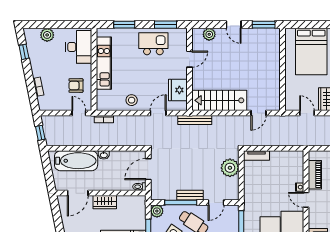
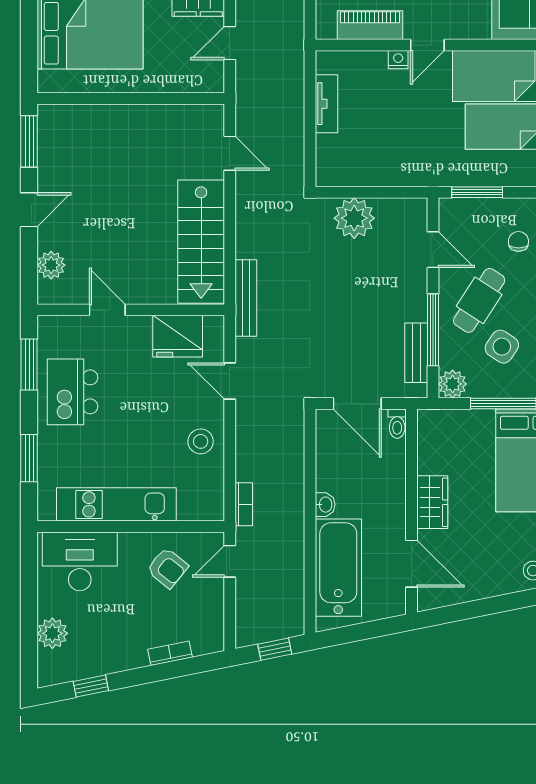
armchair: (76, 86) -> (167, 568), turned -51
tv unit: (256, 156) -> (326, 104), moved
bench: (190, 195) -> (416, 353), moved

